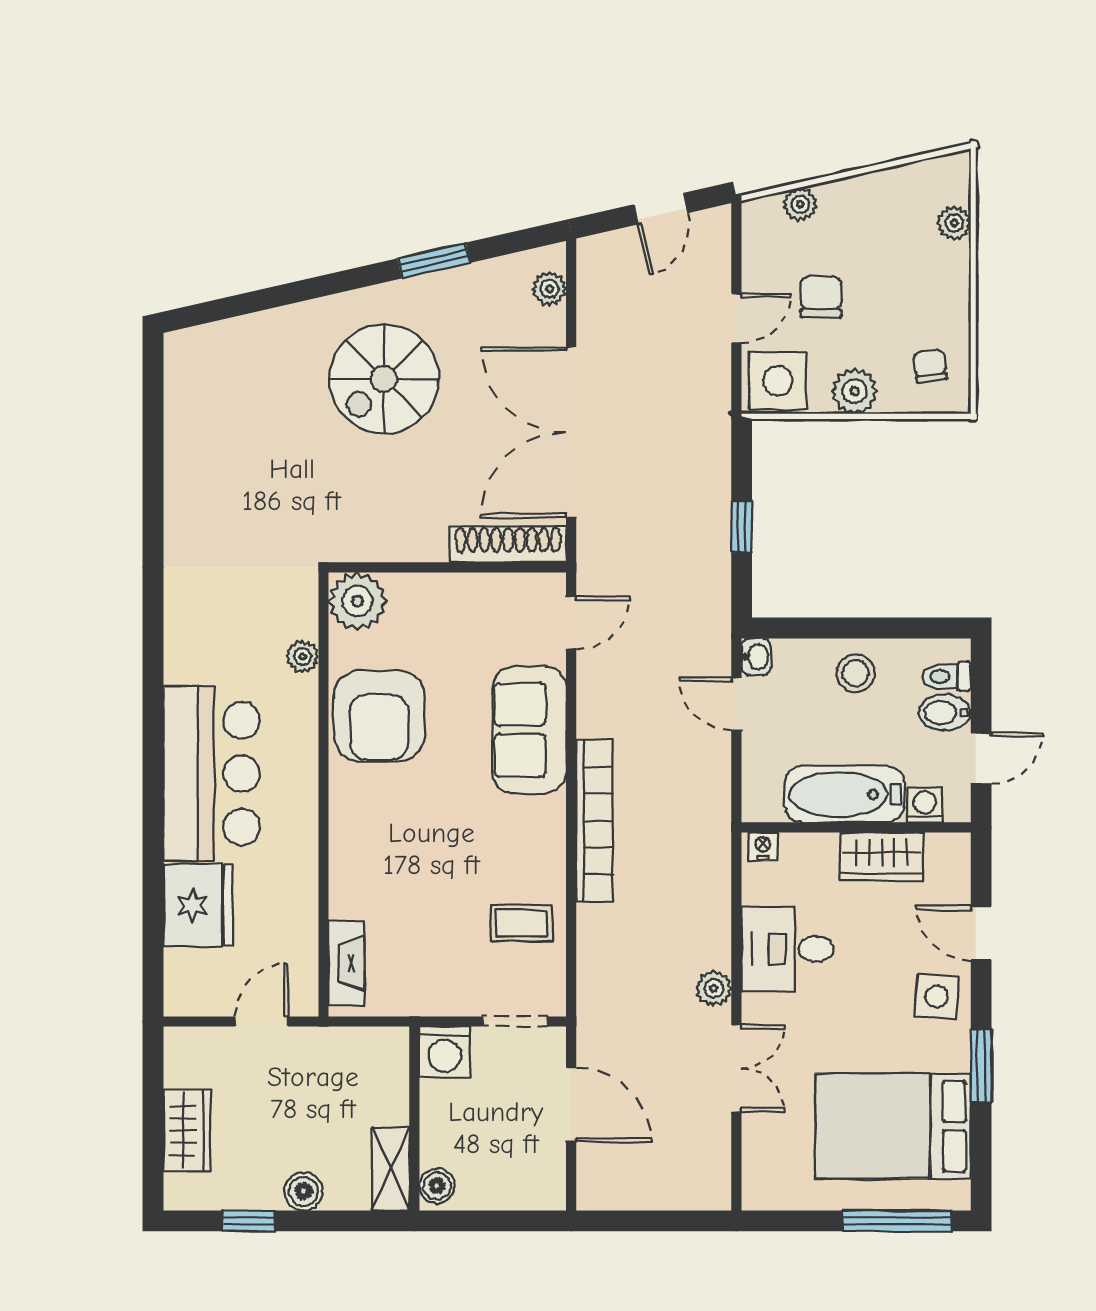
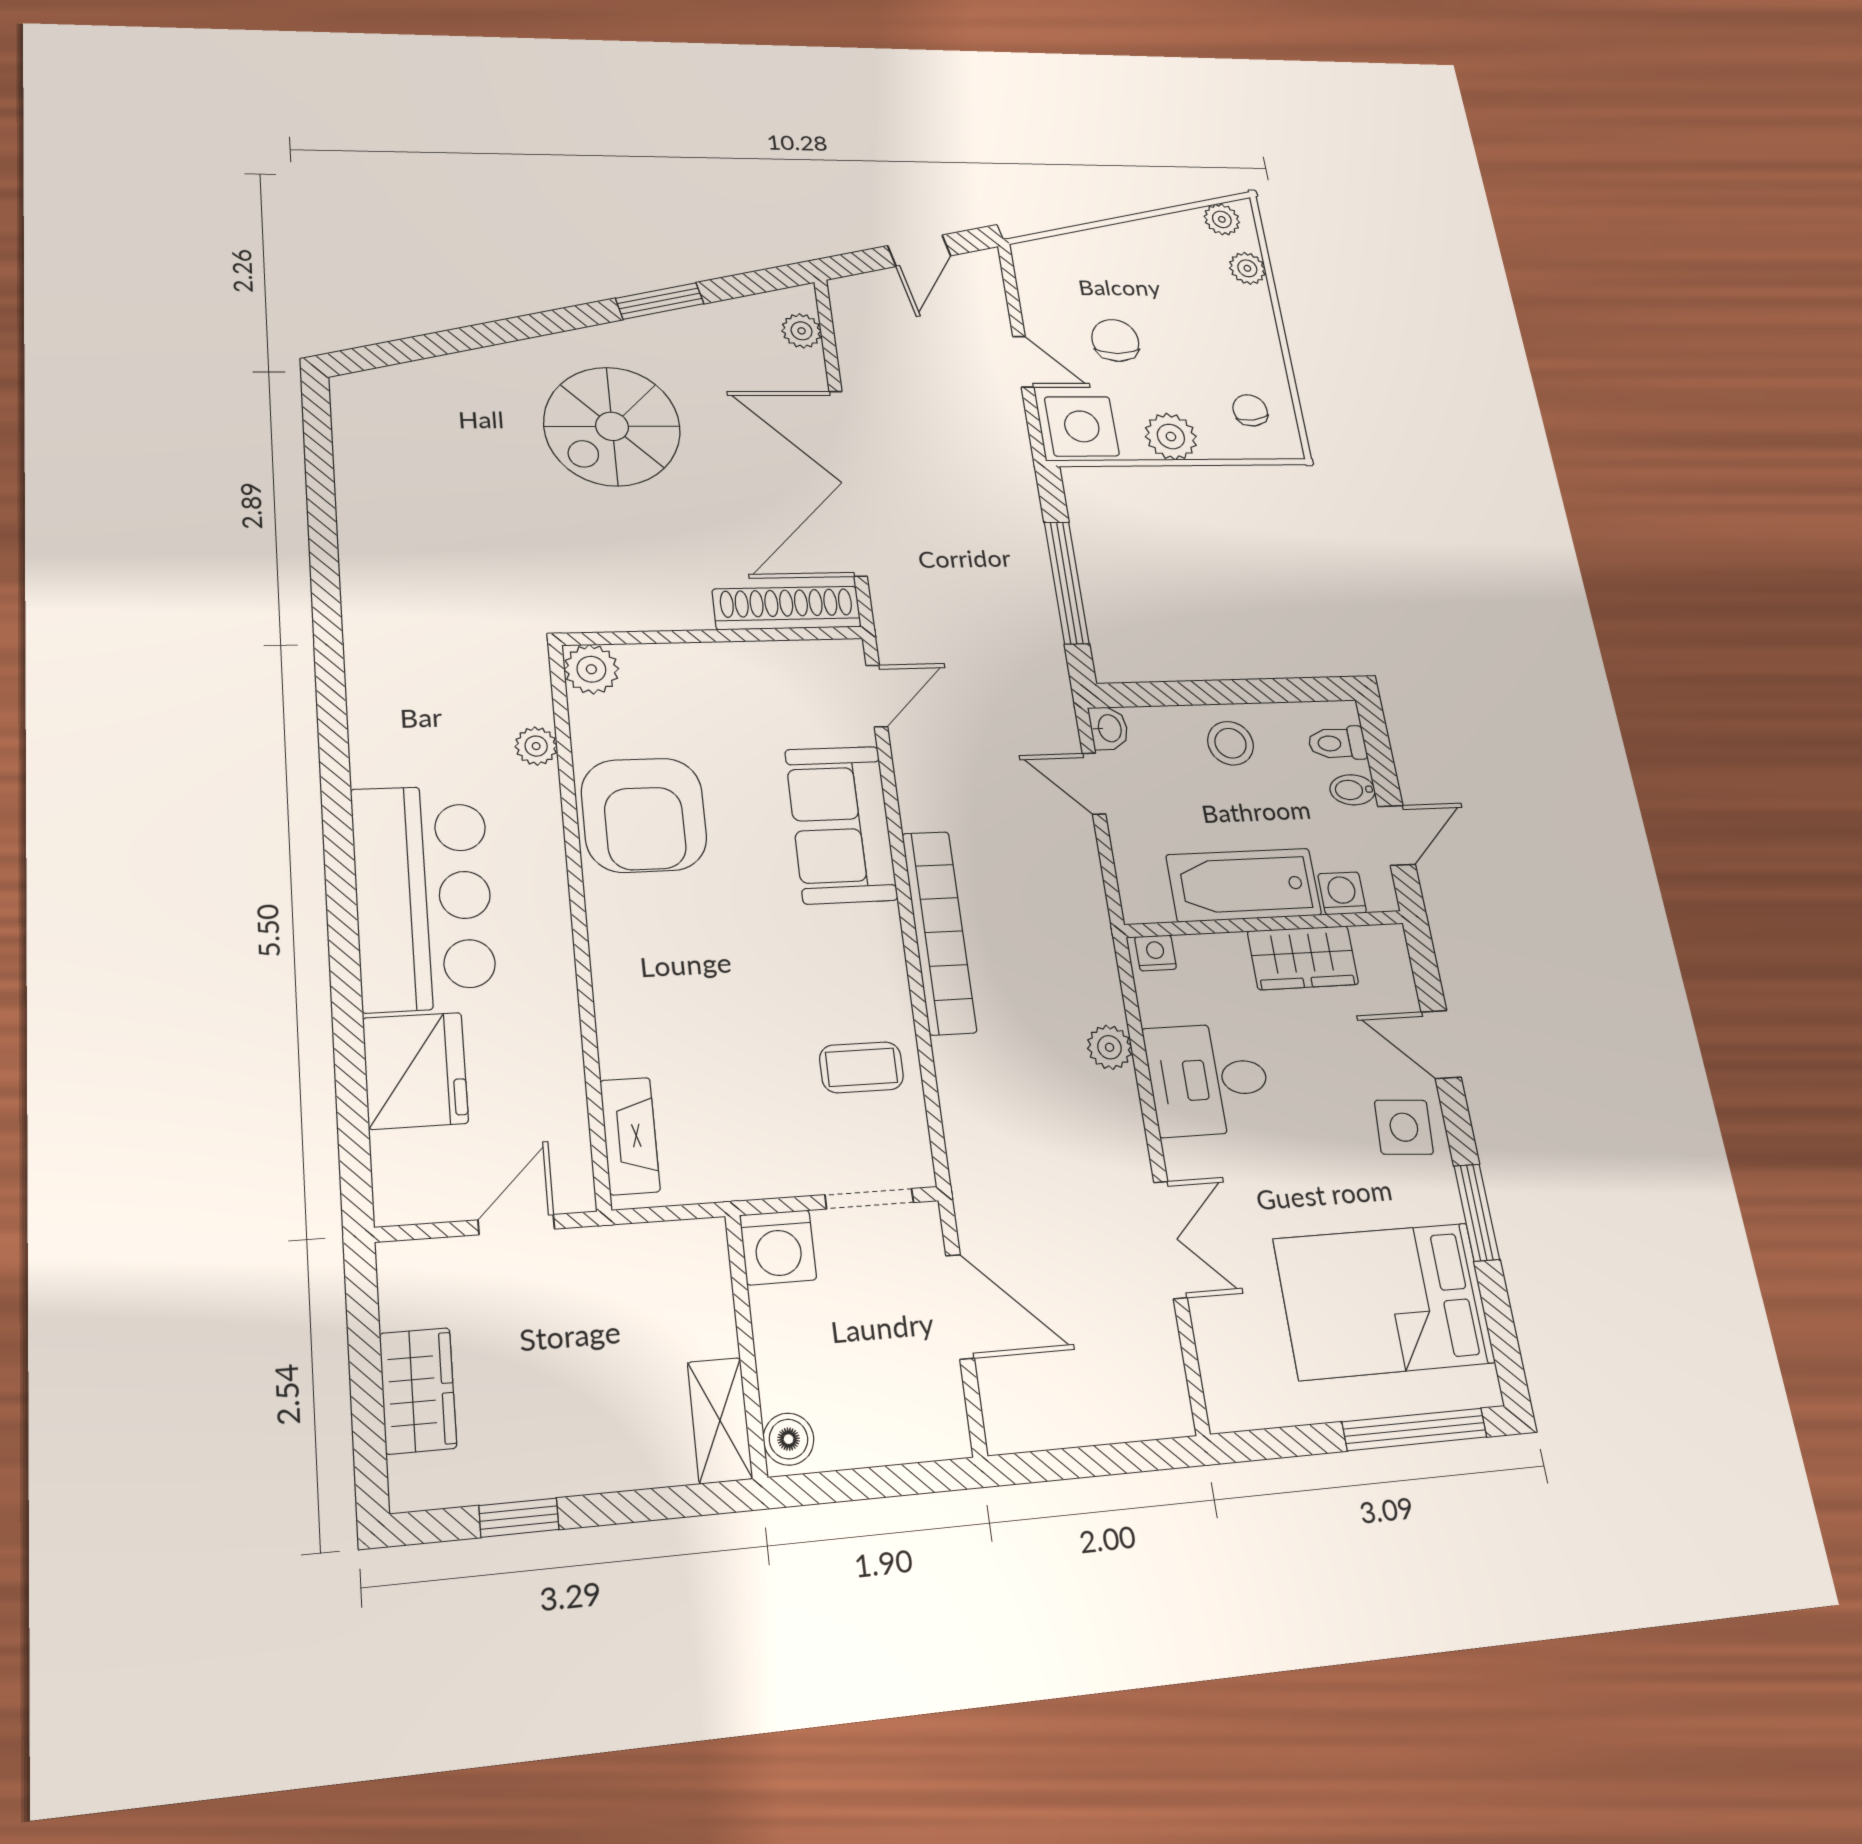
plant: (800, 204) -> (1222, 219), moved
door: (736, 318) -> (1023, 362), hinge flipped
window: (742, 527) -> (1067, 583), width x2.17
plant: (357, 601) -> (591, 669), width x0.73, depth x0.73
bidet: (945, 713) -> (1353, 790), width x0.72, depth x0.74
plant: (714, 988) -> (1110, 1047), moved
boiler: (304, 1191) -> (597, 1465), removed

